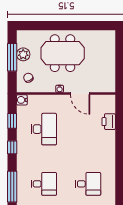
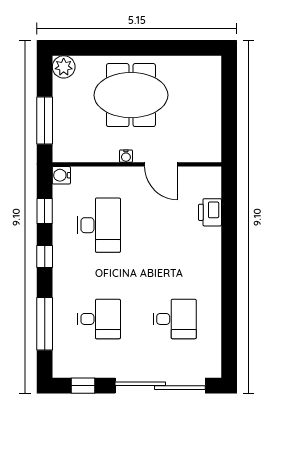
plant: (23, 54) -> (64, 67), moved
window: (12, 57) -> (45, 120), moved
chair: (28, 78) -> (72, 137), removed

